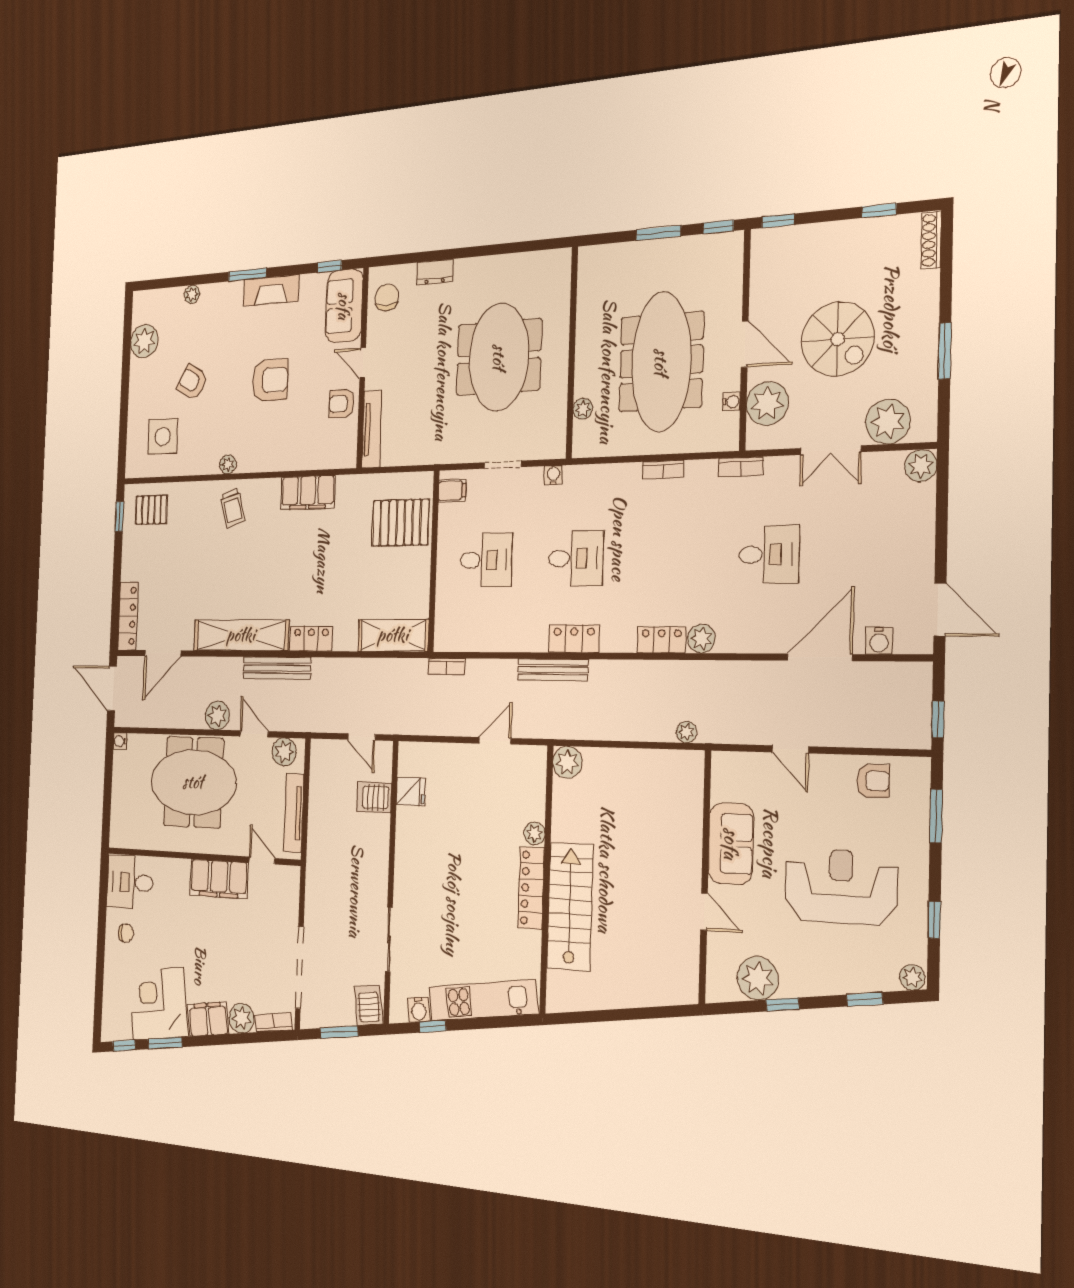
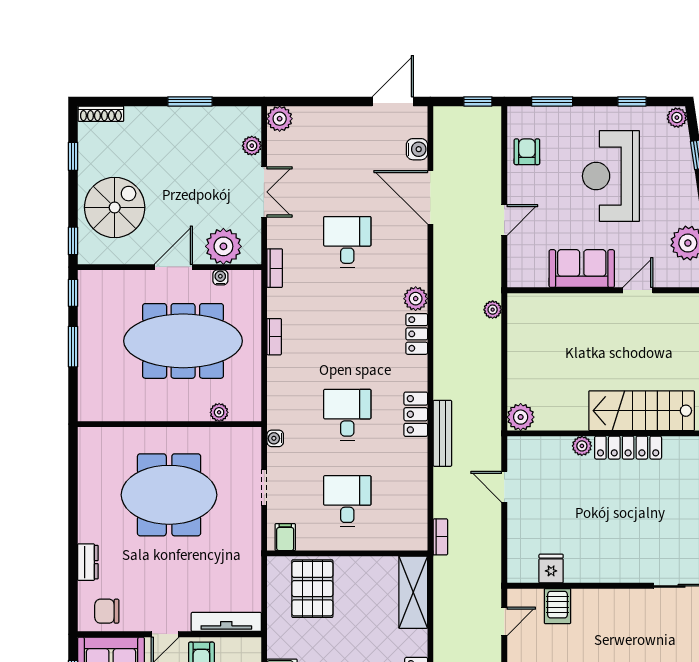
spiral stairs: (838, 339) -> (115, 207), moved
plant: (888, 422) -> (252, 146), width x0.53, depth x0.53

